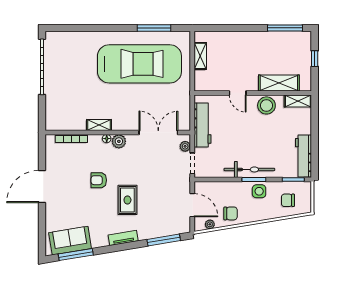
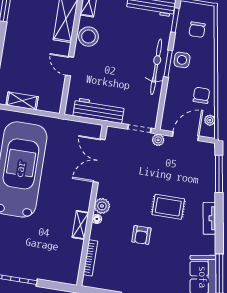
door: (238, 93) -> (70, 66), swing flipped
plant: (185, 146) -> (158, 140), moved

